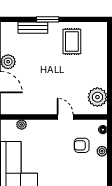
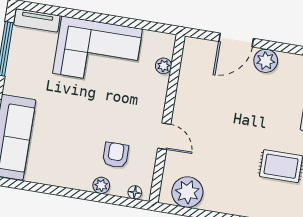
door: (65, 117) -> (164, 136), hinge flipped

